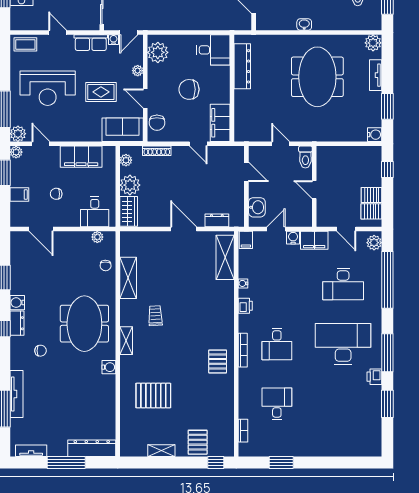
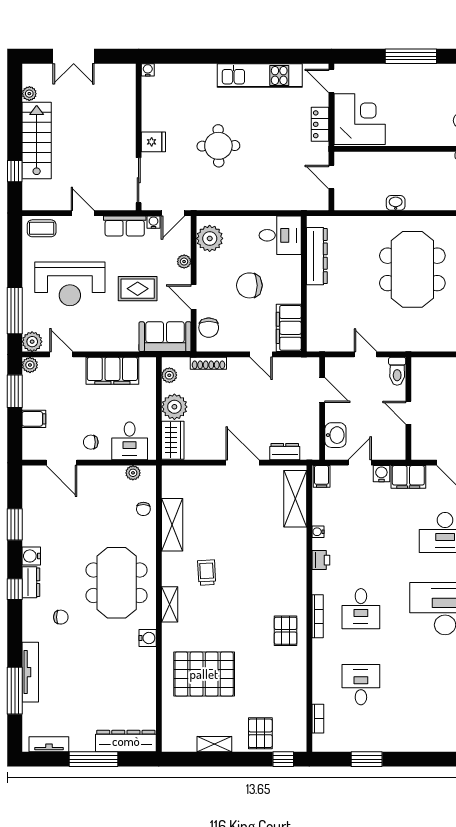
chair: (56, 194) -> (91, 442), moved
pallet: (153, 396) -> (204, 674), width x1.37, depth x1.41

